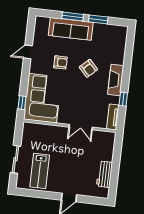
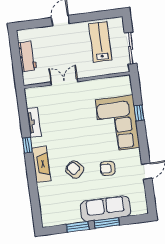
wall: (70, 126) -> (77, 80), moved
double door: (81, 127) -> (64, 82), moved

